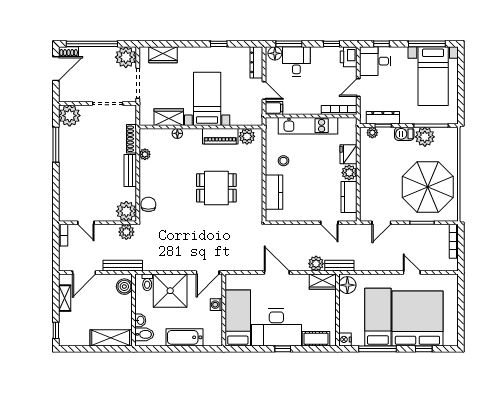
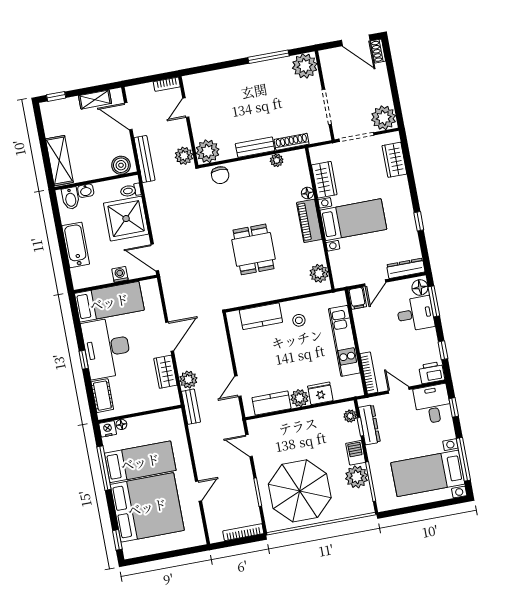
window: (92, 44) -> (392, 76), removed
piano: (220, 136) -> (309, 221), moved
chair: (148, 204) -> (220, 175), turned 90
wardrobe: (323, 282) -> (165, 372), moved
floor lamp: (347, 285) -> (121, 424), moved, width x0.53, depth x0.53
window: (424, 349) -> (117, 540), moved

